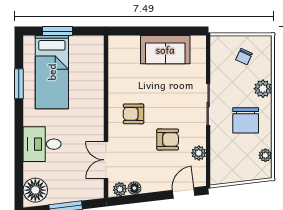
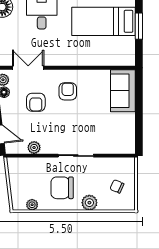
sofa: (165, 50) -> (123, 91), moved
armchair: (168, 140) -> (36, 102), moved

